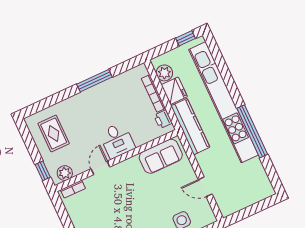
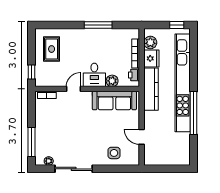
sofa: (161, 156) -> (114, 101), width x1.36
plant: (65, 173) -> (112, 81), moved

